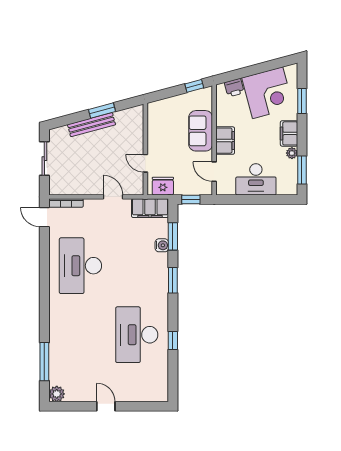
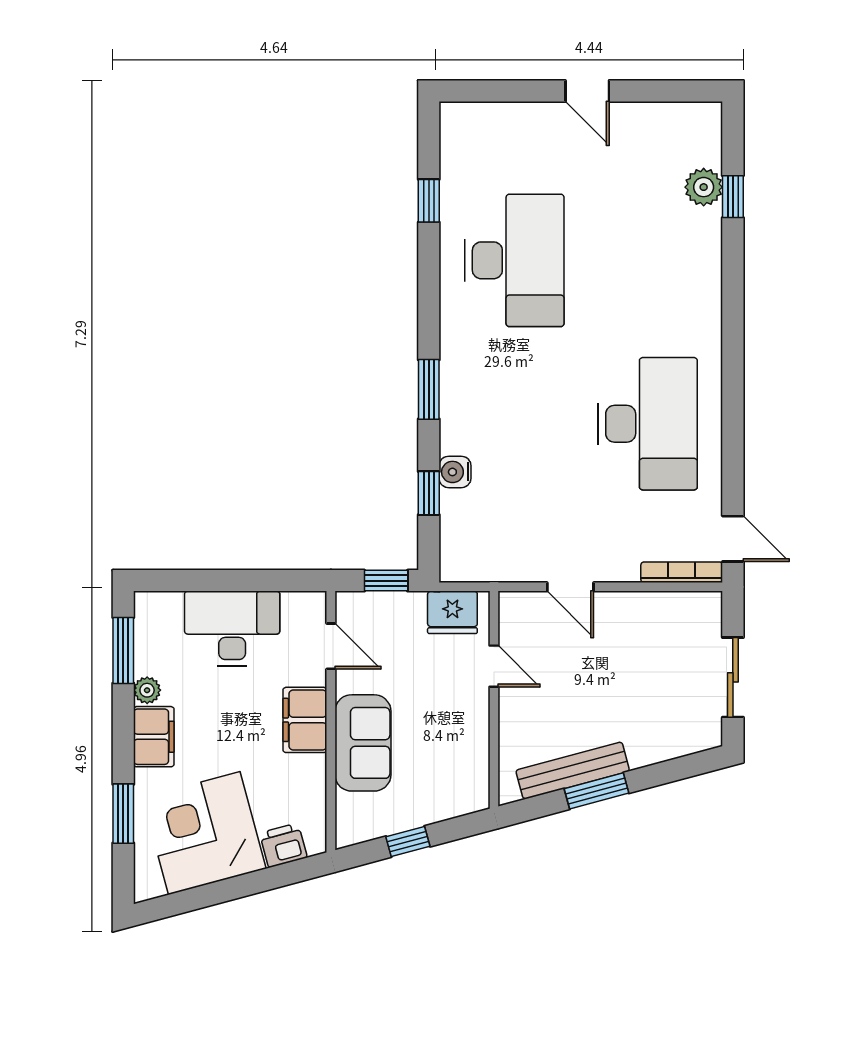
window: (194, 86) -> (408, 841), moved
bench: (91, 125) -> (573, 771), moved
filing cabinet: (150, 208) -> (483, 560), removed
window: (173, 236) -> (429, 493), width x0.67
window: (173, 340) -> (429, 201), moved
window: (44, 362) -> (733, 197), width x0.46
plant: (57, 394) -> (704, 187), moved

